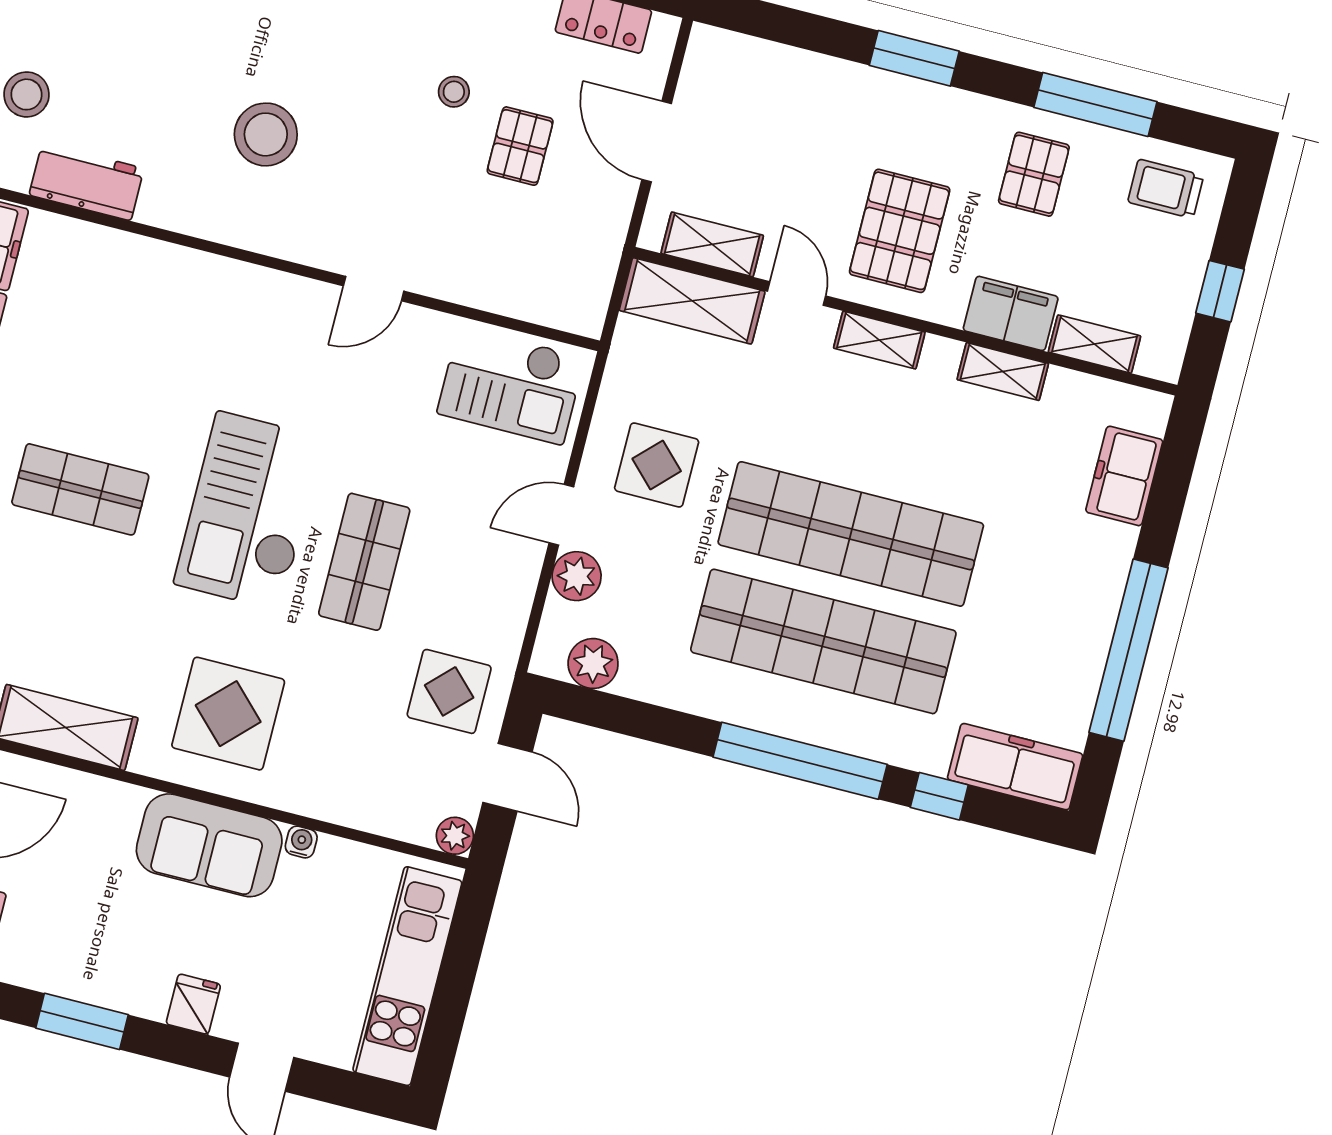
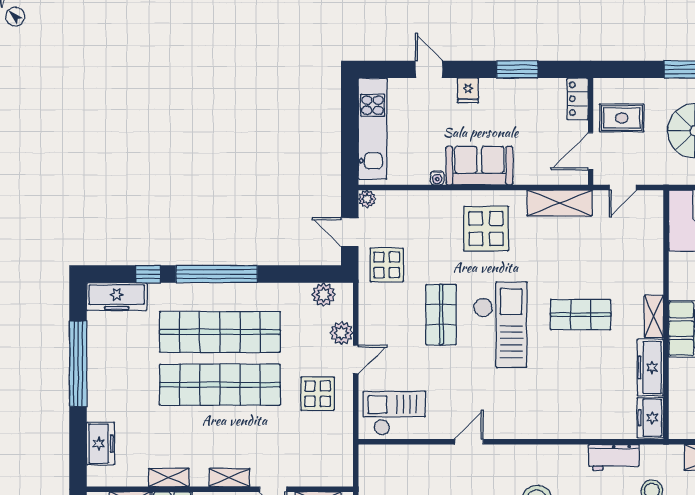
shelving: (692, 301) -> (321, 474), removed

